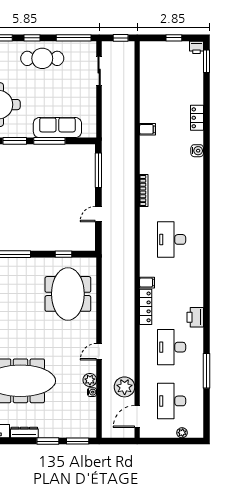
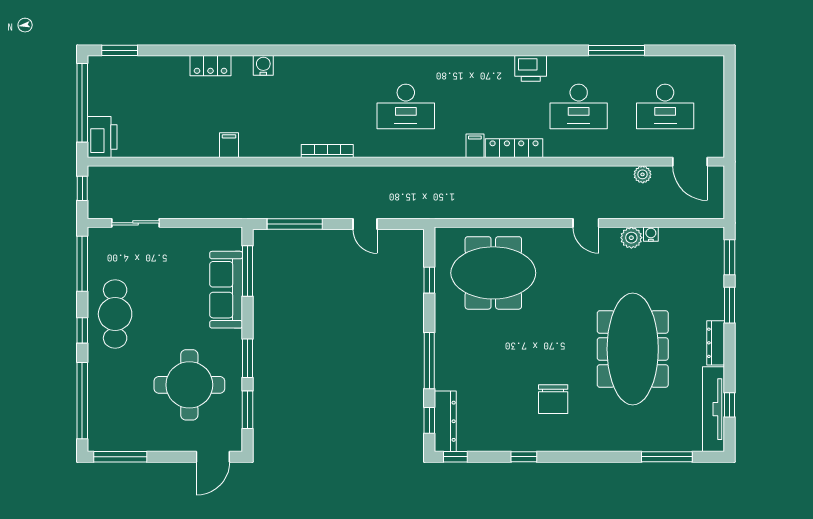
window: (174, 38) -> (82, 103), width x3.17
printer: (196, 47) -> (102, 137), moved, width x1.87, depth x1.48
window: (49, 141) -> (248, 271), moved
plant: (125, 387) -> (643, 174), width x0.53, depth x0.53
plant: (182, 433) -> (716, 90), removed

